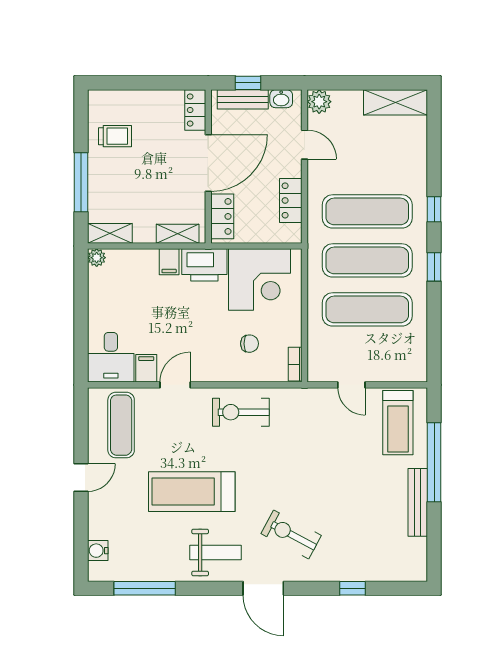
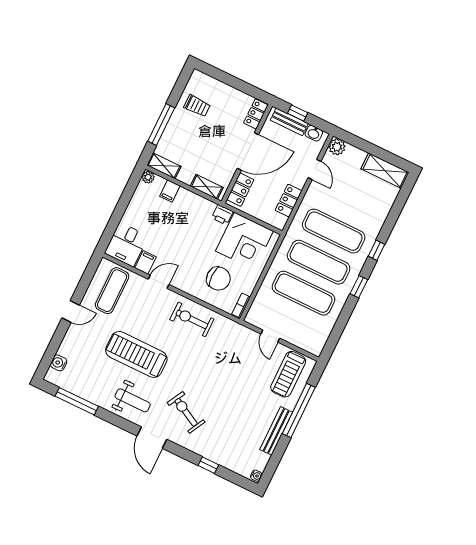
filing cabinet: (169, 262) -> (170, 191), moved
printer: (204, 265) -> (222, 215), width x0.53, depth x0.68
chair: (250, 344) -> (218, 279), width x1.87, depth x1.87
water cooler: (420, 572) -> (256, 476), added

